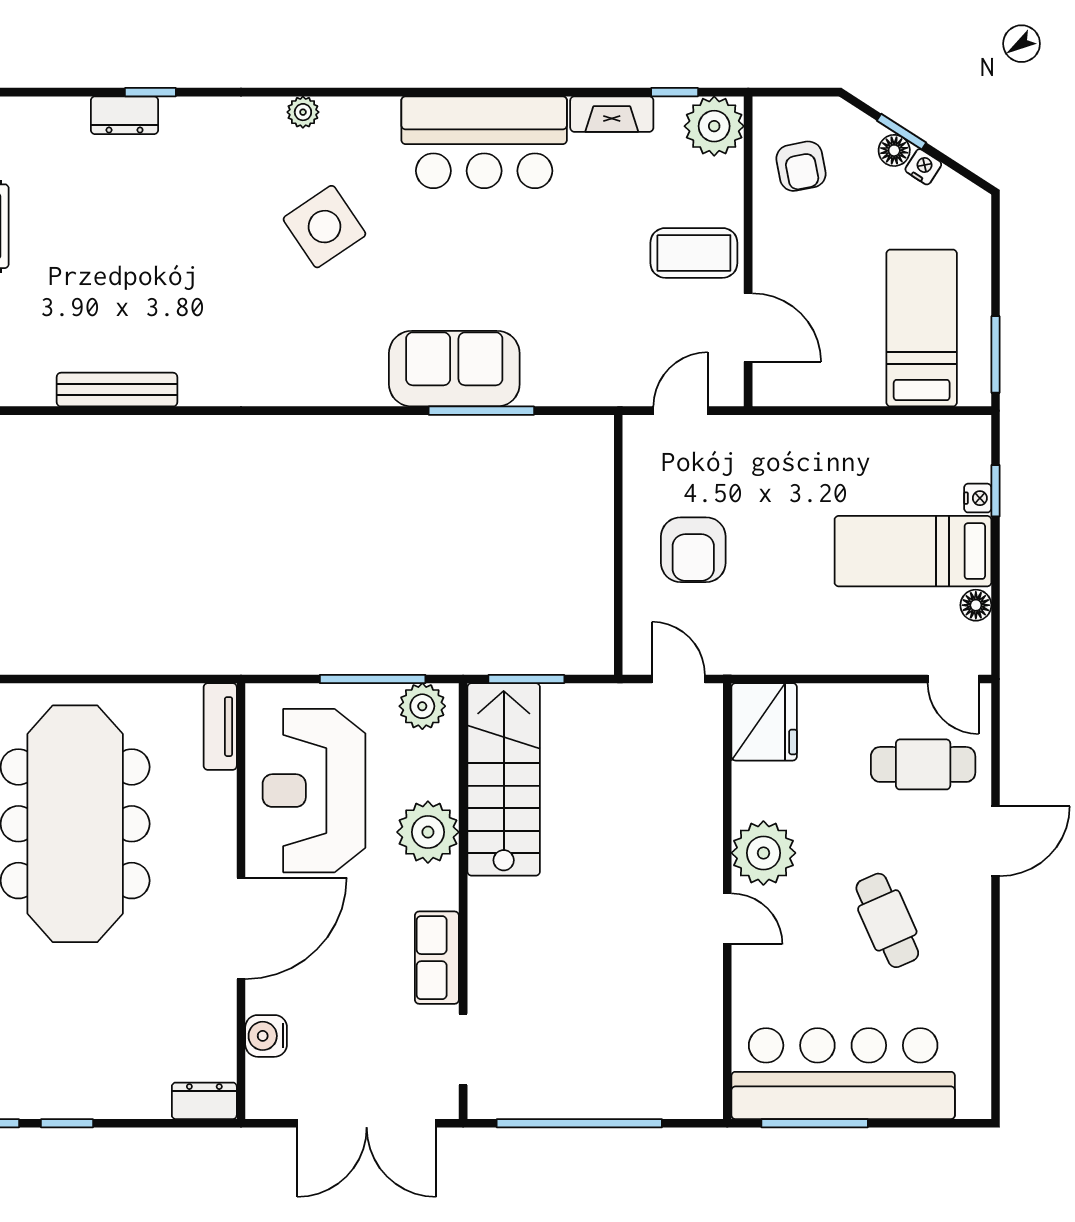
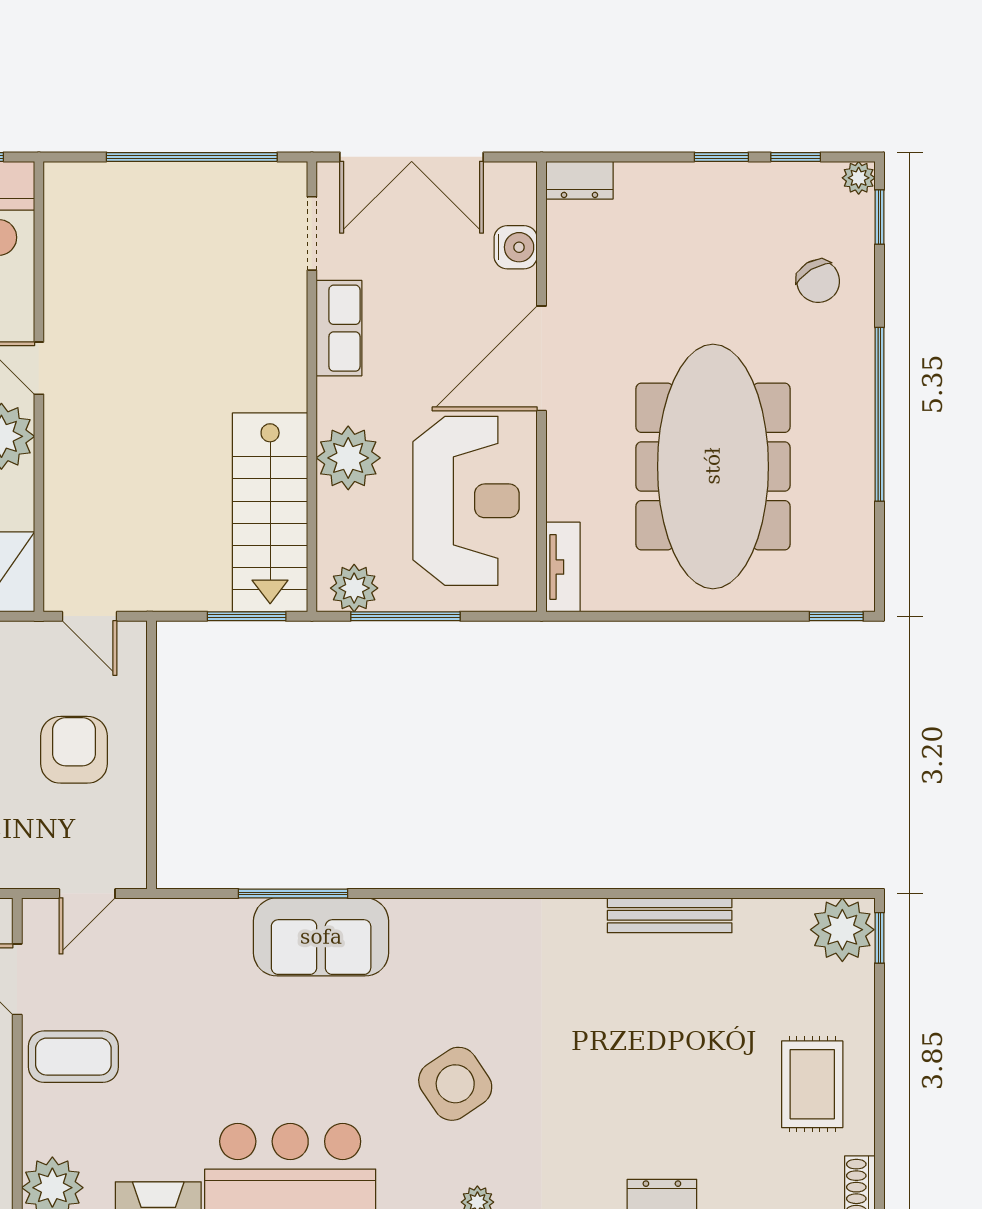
double door: (367, 1123) -> (412, 157), swing flipped

